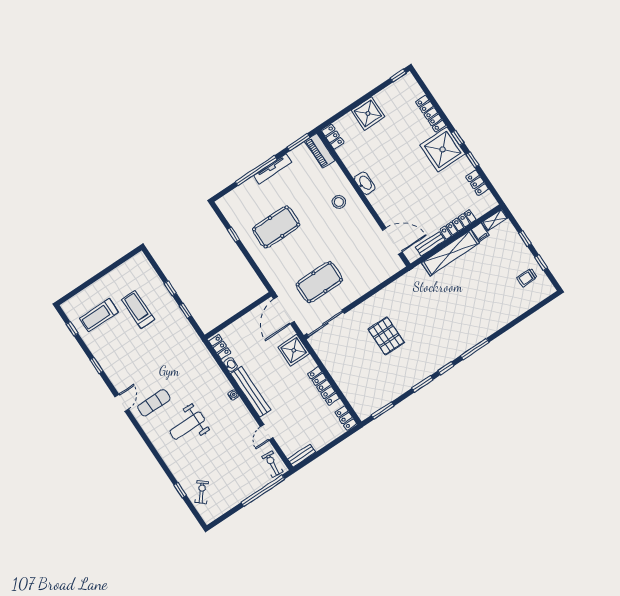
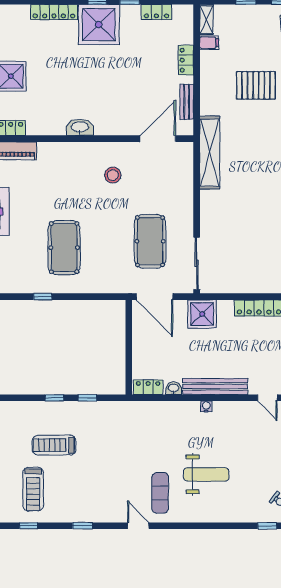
stool: (339, 202) -> (113, 175), moved
locker: (458, 224) -> (186, 60), width x0.66
shelving: (450, 253) -> (210, 153), moved
pallet: (386, 336) -> (256, 85), moved
weight bench: (187, 426) -> (206, 474), turned -90

